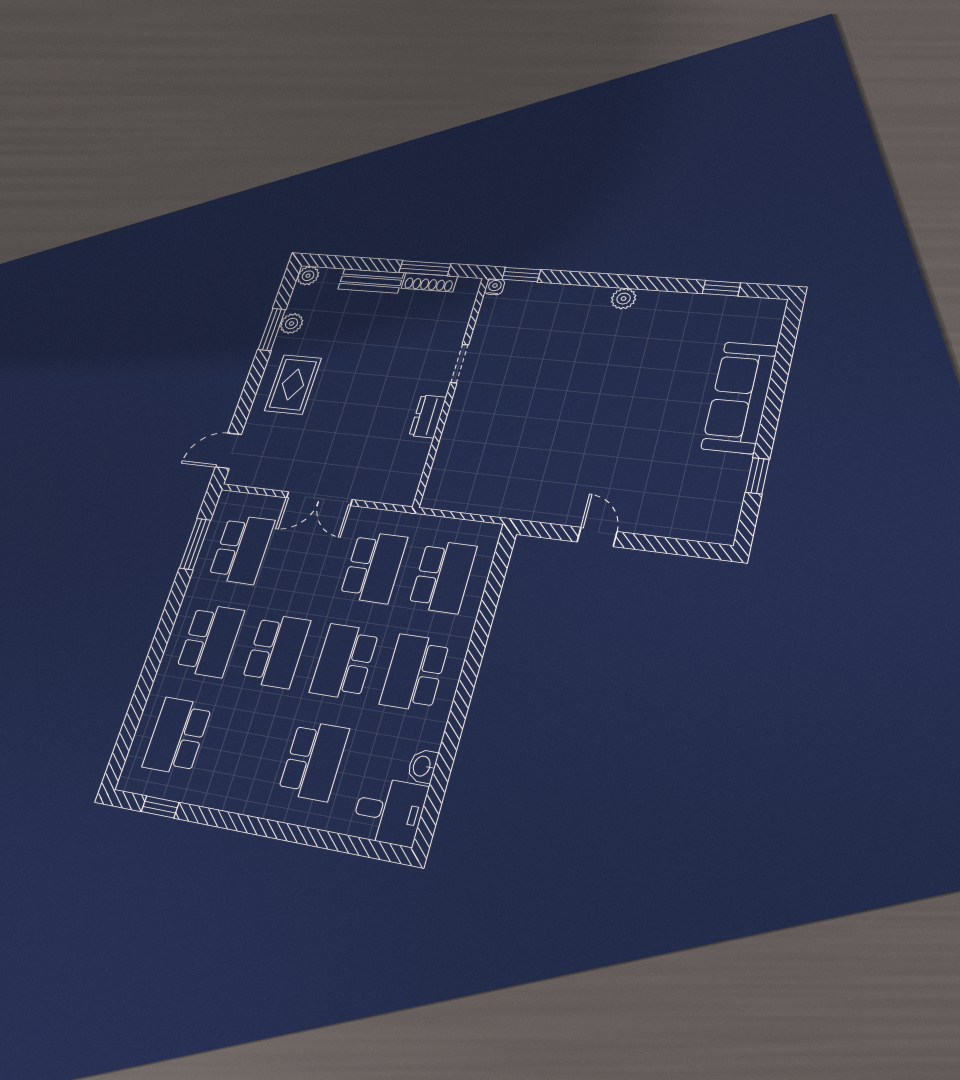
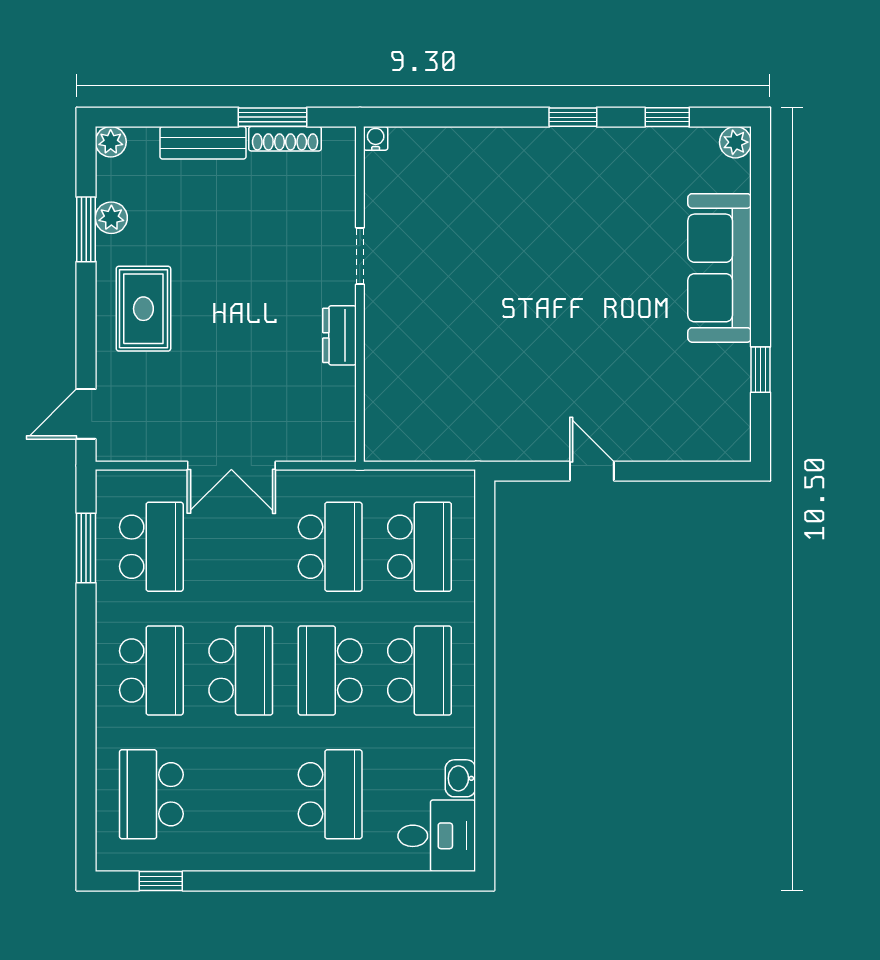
window: (521, 275) -> (573, 117), moved
plant: (624, 299) -> (735, 142), moved
school desk: (415, 673) -> (420, 671), turned 180

